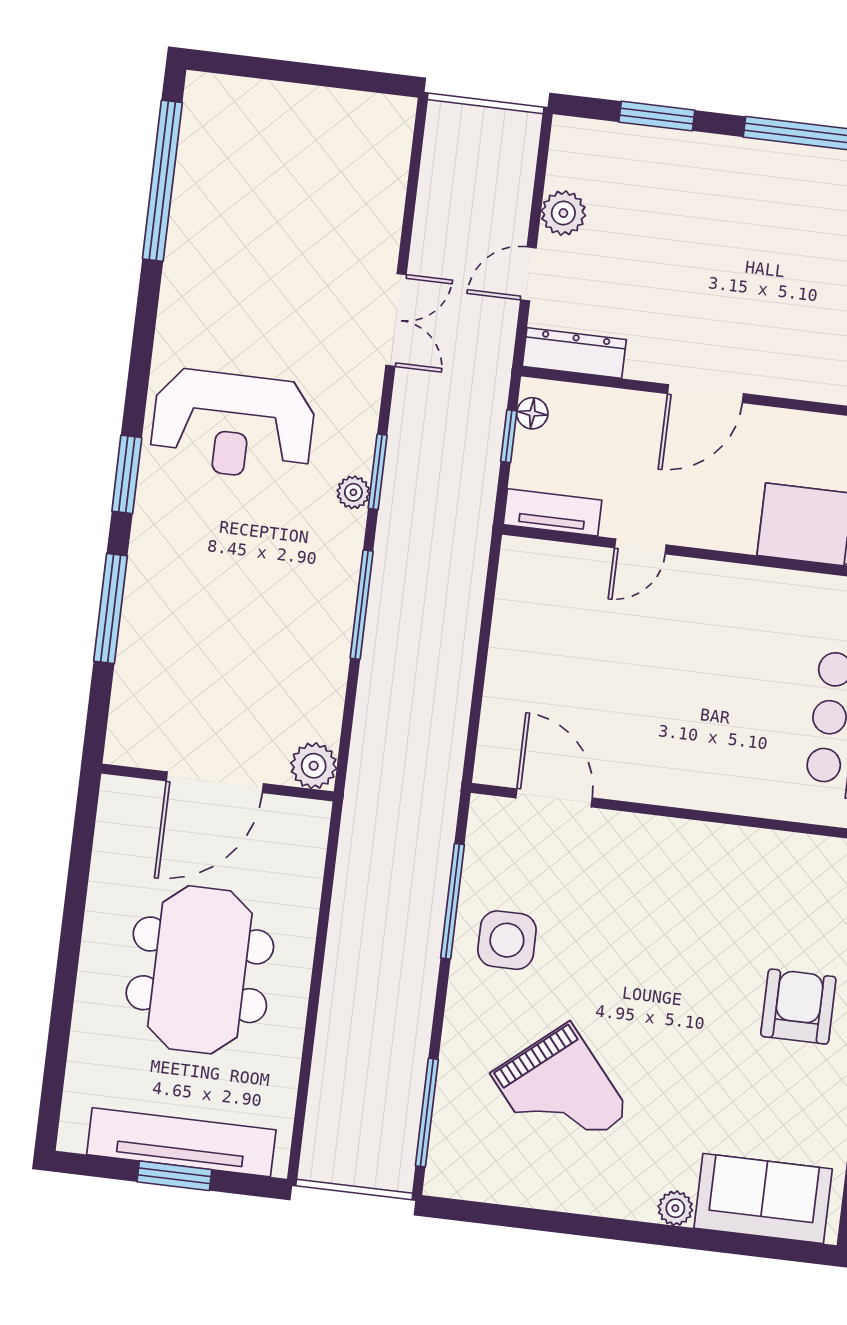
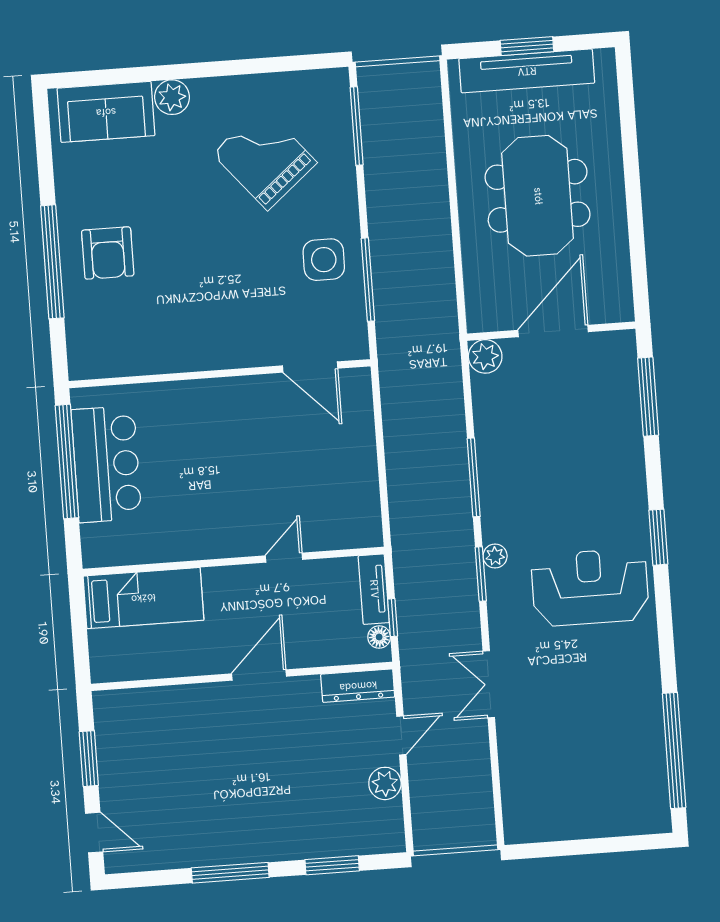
tv unit: (553, 512) -> (374, 589), moved, turned 90
window: (111, 608) -> (648, 397), moved
plant: (675, 1208) -> (172, 97), width x1.38, depth x1.38

